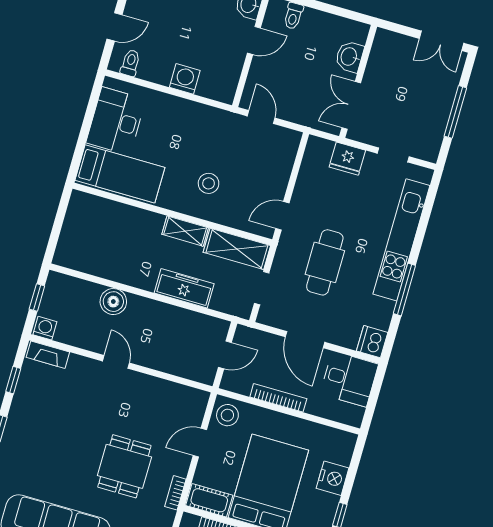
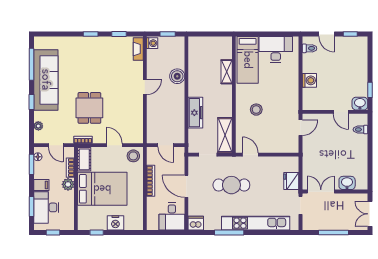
washbasin: (349, 57) -> (347, 183), moved
wall: (358, 81) -> (335, 192), moved
double door: (351, 105) -> (321, 192), moved
shelving: (185, 231) -> (227, 72), moved
door: (305, 340) -> (186, 186), hinge flipped
dining table: (124, 466) -> (89, 108), turned 90

